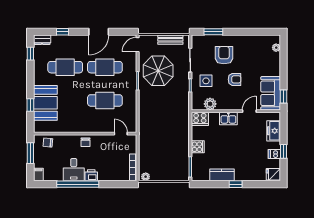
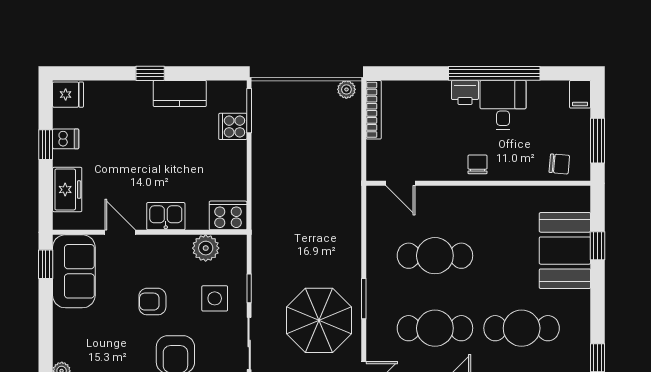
door: (249, 111) -> (120, 232), swing flipped
cooker: (198, 147) -> (233, 126), moved

